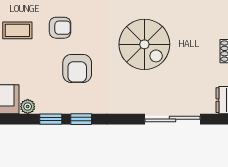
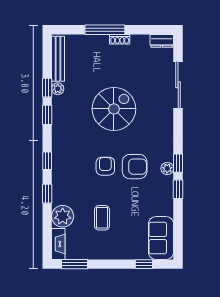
armchair: (60, 28) -> (105, 166), moved
plant: (28, 107) -> (167, 168), moved

